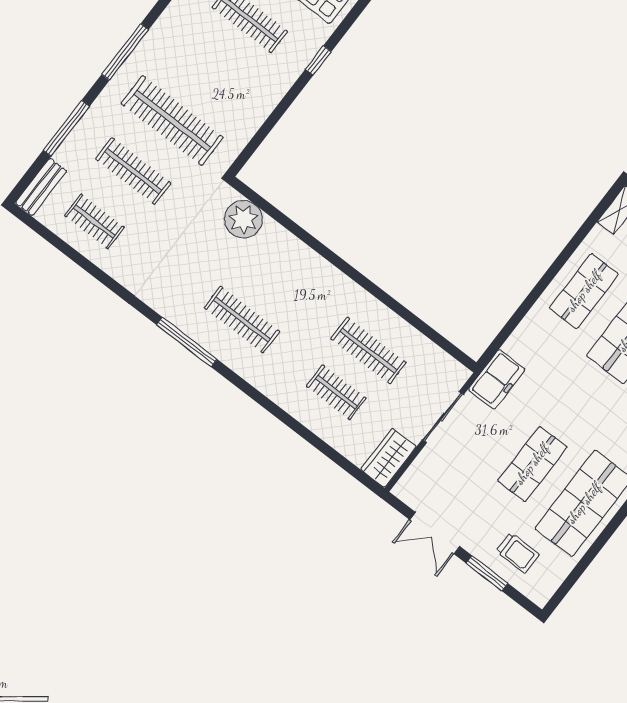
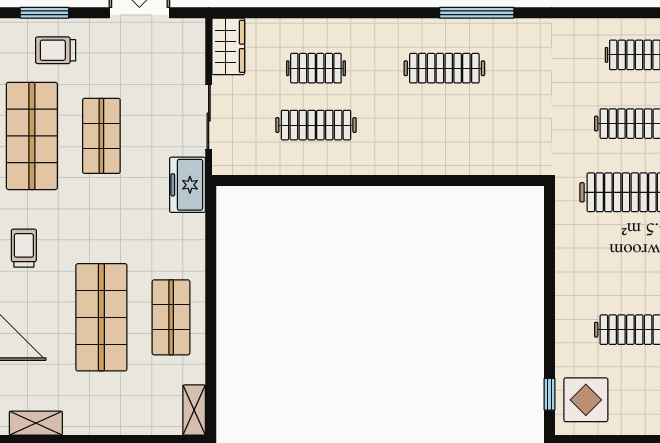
window: (318, 60) -> (550, 394), moved
plant: (243, 219) -> (509, 155), removed
window: (487, 573) -> (44, 13), moved

